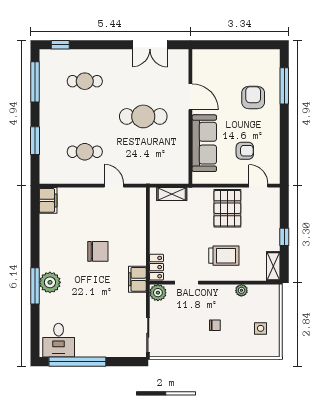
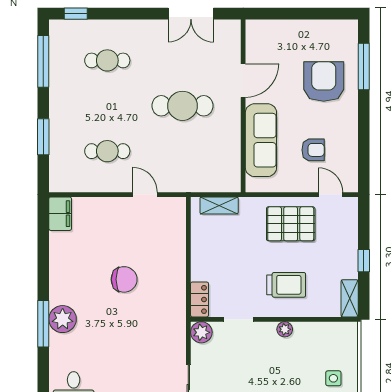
door: (190, 97) -> (243, 81), hinge flipped
armchair: (253, 98) -> (324, 81), width x1.36, depth x1.36
pallet: (227, 208) -> (291, 224), turned 90
filing cabinet: (137, 279) -> (175, 315), removed
plant: (241, 290) -> (285, 329), moved
chair: (215, 325) -> (275, 374), removed

